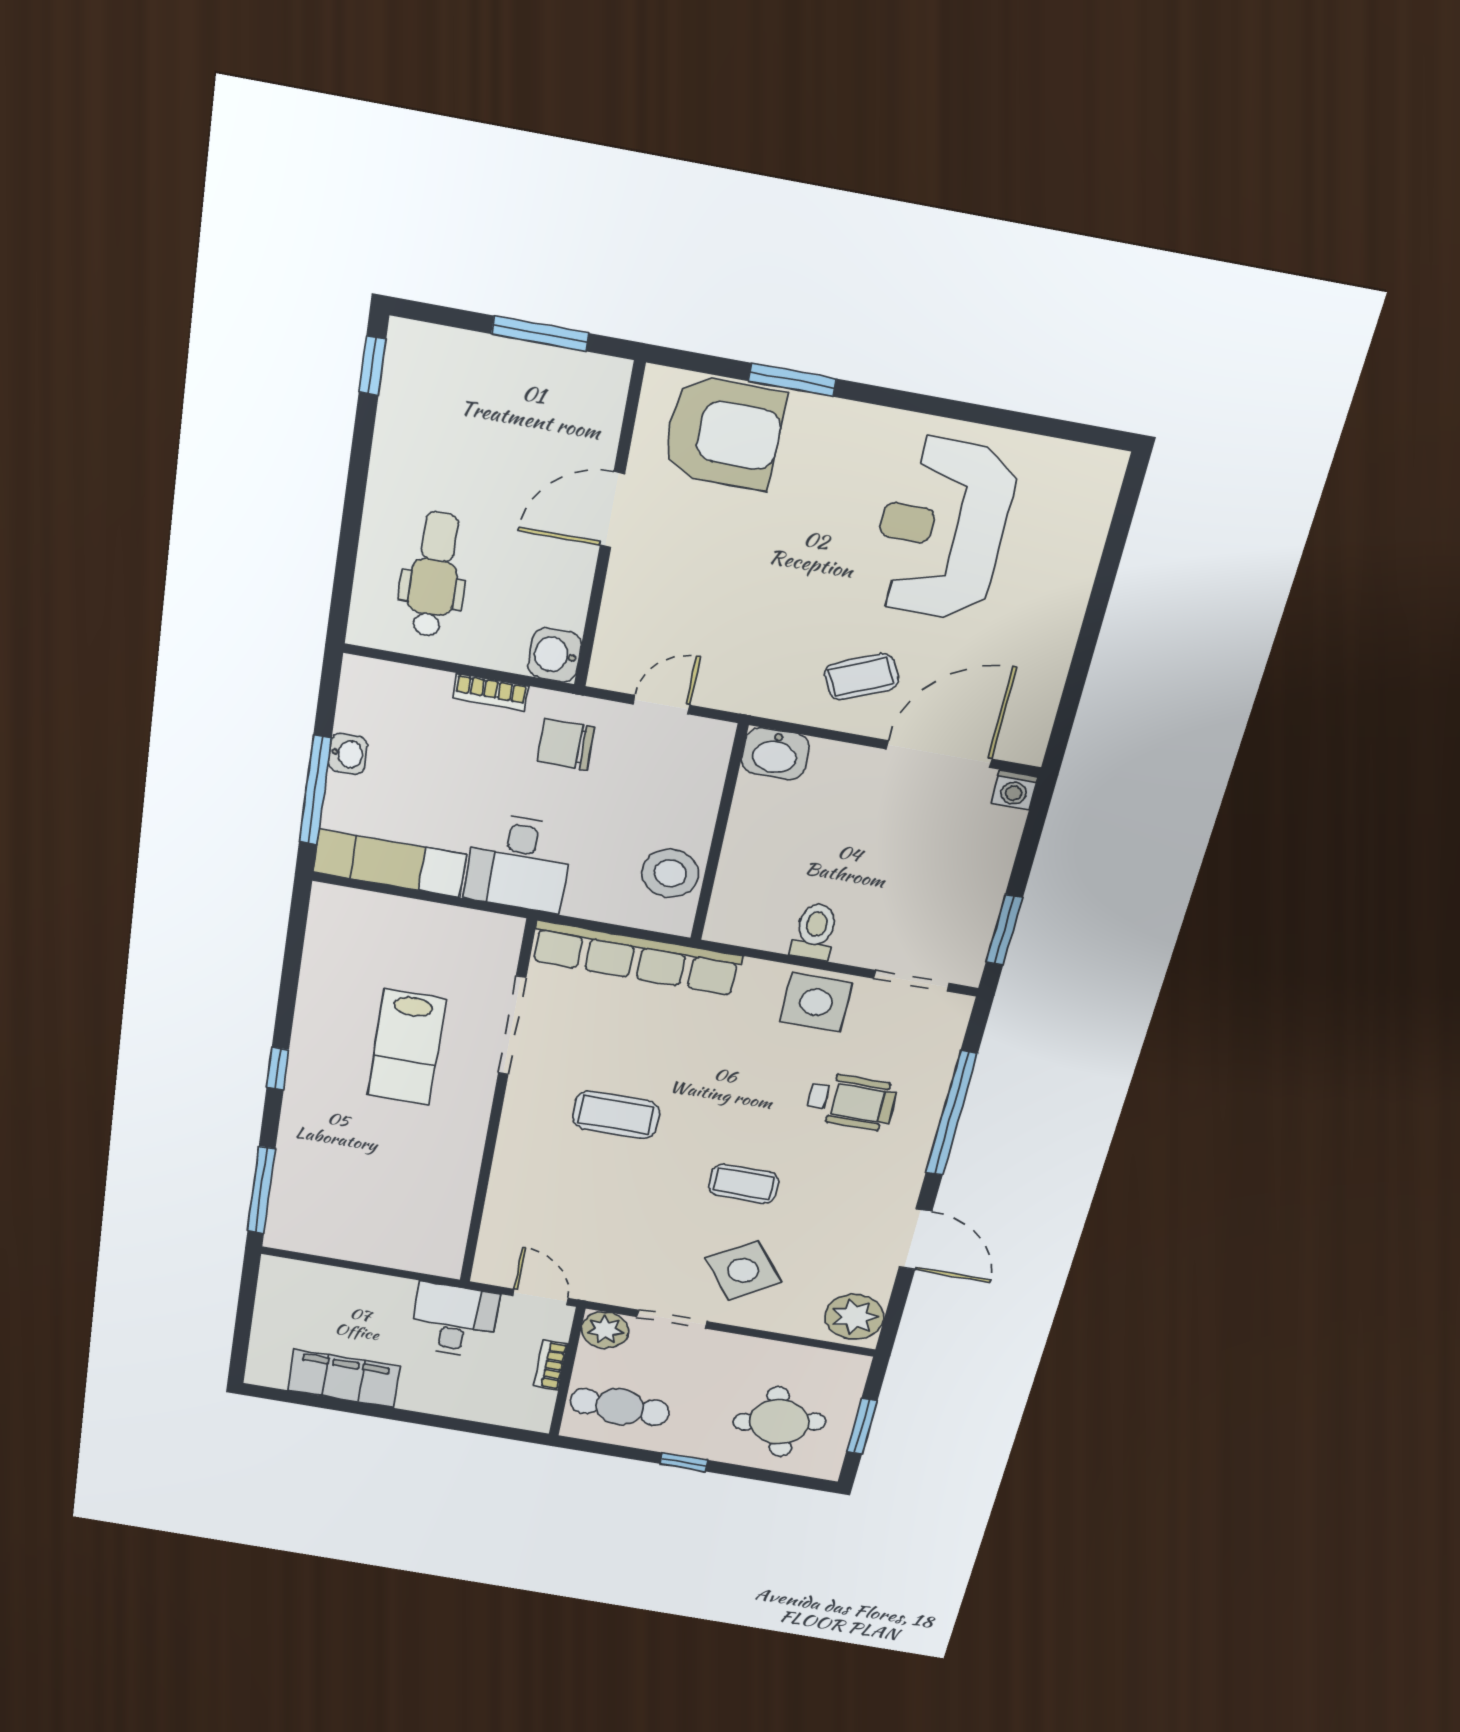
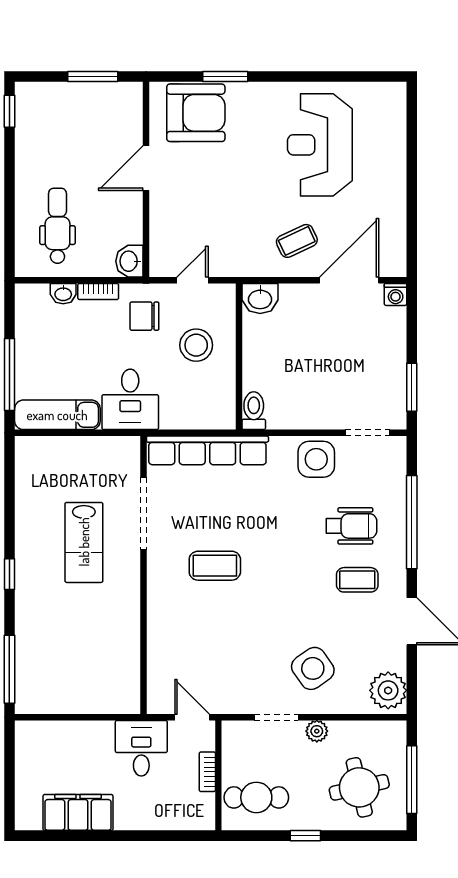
washbasin: (348, 754) -> (63, 294), moved, turned 90
stool: (670, 873) -> (196, 345), moved
toilet: (815, 932) -> (254, 411), moved
coffee table: (744, 1184) -> (357, 580), moved
plant: (605, 1330) -> (317, 731), moved, width x0.73, depth x0.73
window: (862, 1426) -> (412, 780), width x1.44

